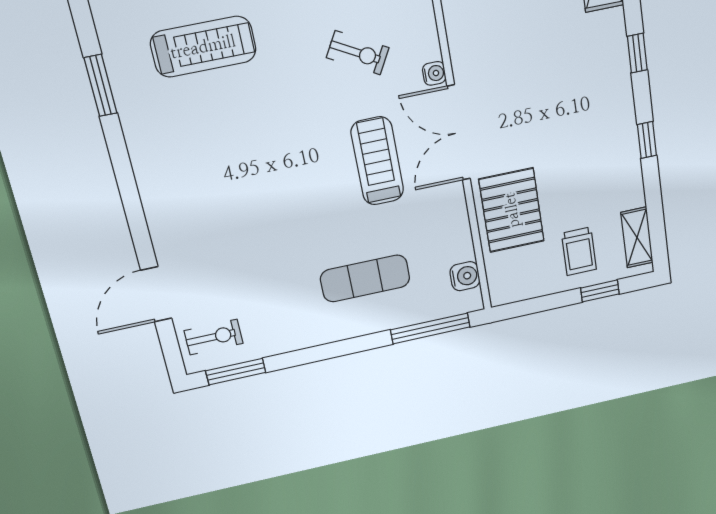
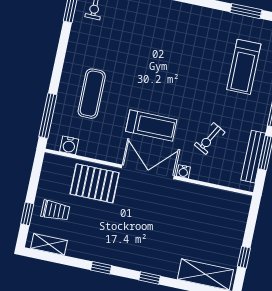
trolley: (579, 251) -> (55, 211), turned 180

